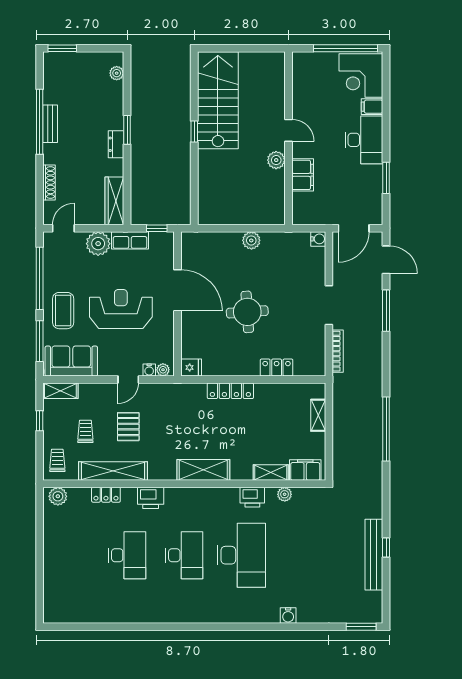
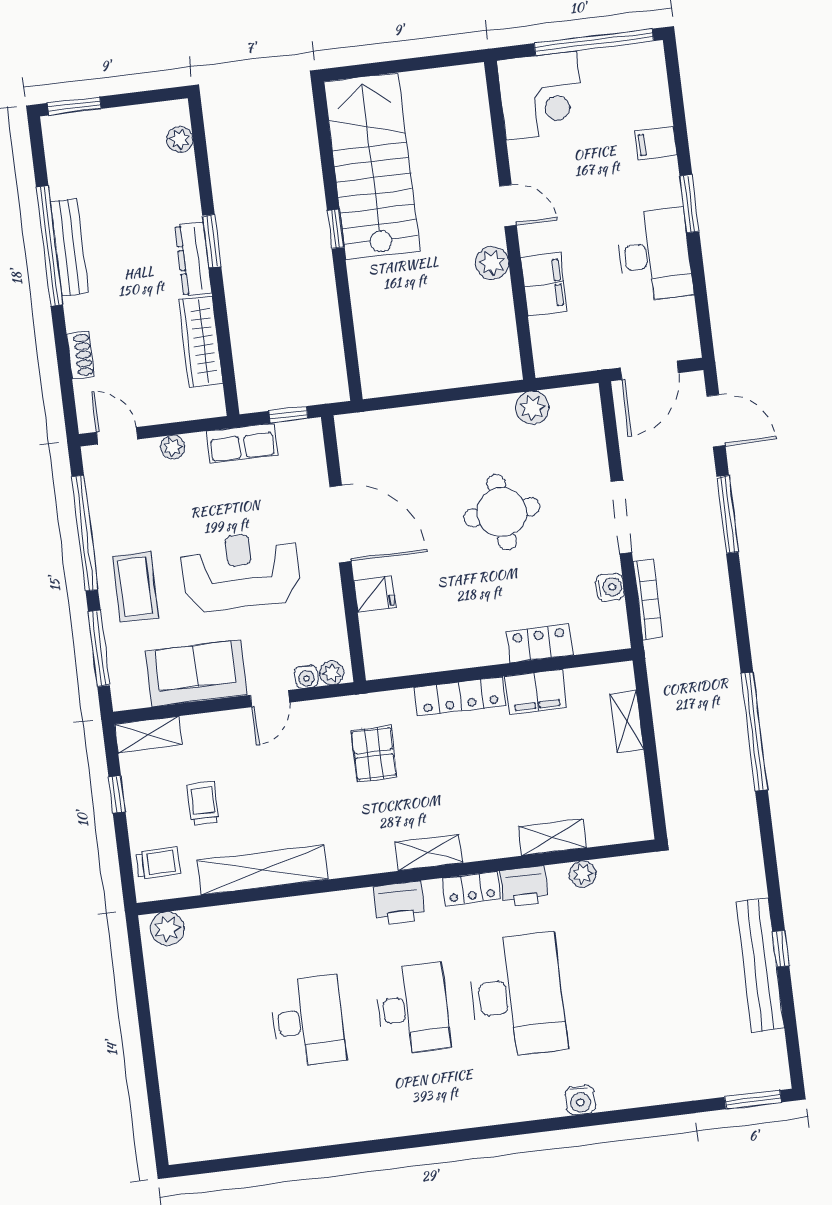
corner desk: (361, 76) -> (541, 95), moved, turned -90
bench: (50, 124) -> (69, 247), width x1.36
desk: (364, 140) -> (654, 255), moved
dresser: (116, 144) -> (194, 259), width x1.44
window: (386, 178) -> (689, 204), moved
shoe rack: (49, 183) -> (80, 355), width x0.70
wardrobe: (114, 201) -> (201, 342), moved
door: (63, 228) -> (117, 436), hinge flipped
water cooler: (318, 239) -> (610, 587), moved
plant: (251, 240) -> (532, 408), moved
plant: (98, 244) -> (173, 447), width x0.53, depth x0.53
round table: (247, 312) -> (502, 512), moved
sofa: (71, 361) -> (196, 673), moved
fridge: (191, 367) -> (374, 594), moved
pallet: (128, 427) -> (374, 754), moved
trolley: (57, 460) -> (158, 863), turned 90
shelving: (203, 470) -> (429, 852), width x0.67, depth x0.75
filing cabinet: (305, 470) -> (536, 692), moved, turned 180
locker: (106, 495) -> (471, 888), moved
printer: (151, 498) -> (399, 903), moved
water cooler: (288, 616) -> (580, 1100), moved

